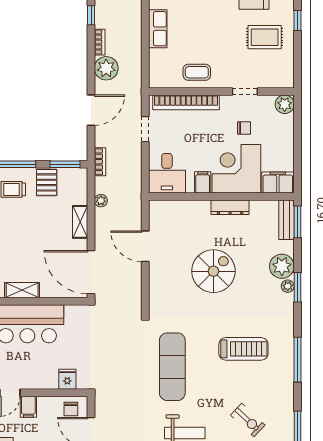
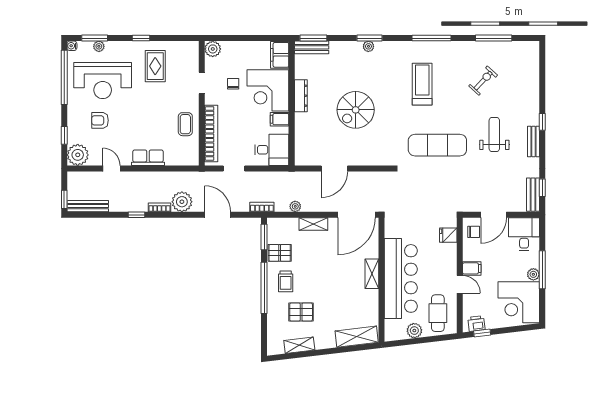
plant: (282, 266) -> (351, 51), removed
spiral stairs: (213, 271) -> (356, 110), turned -90

